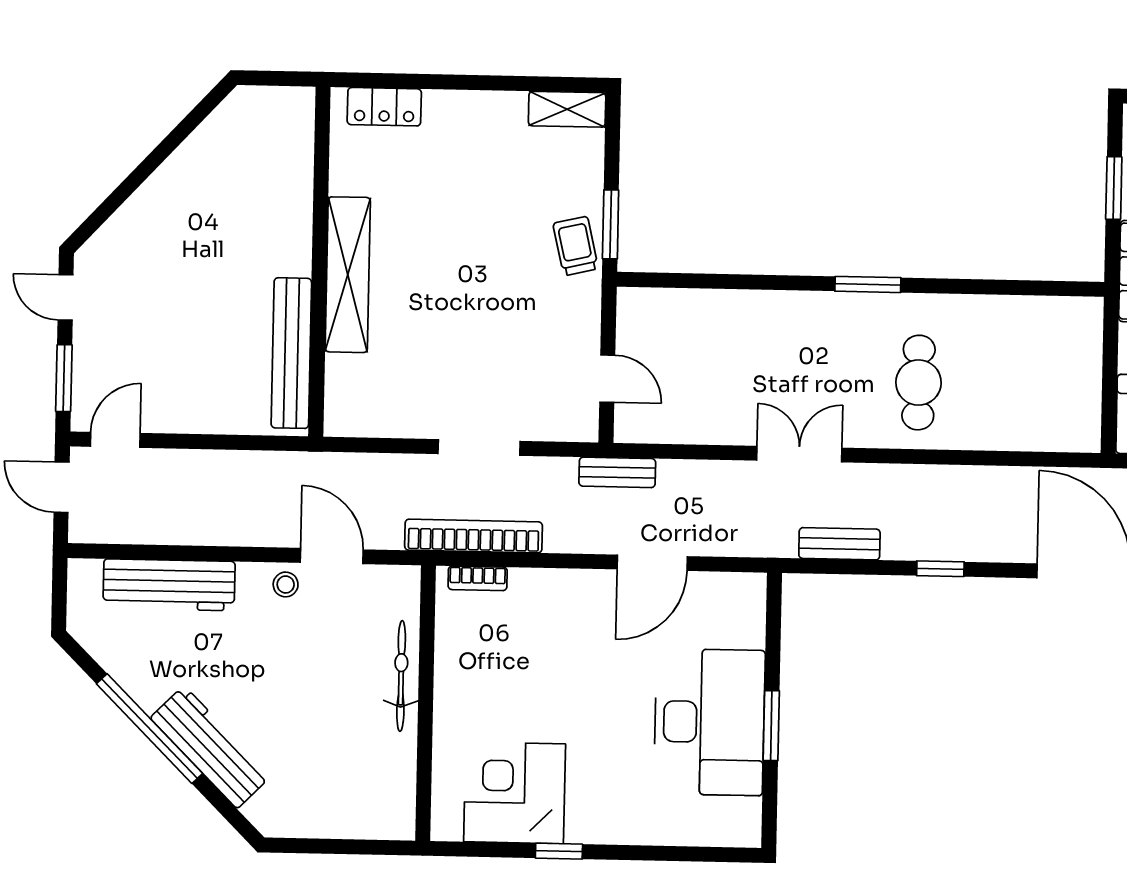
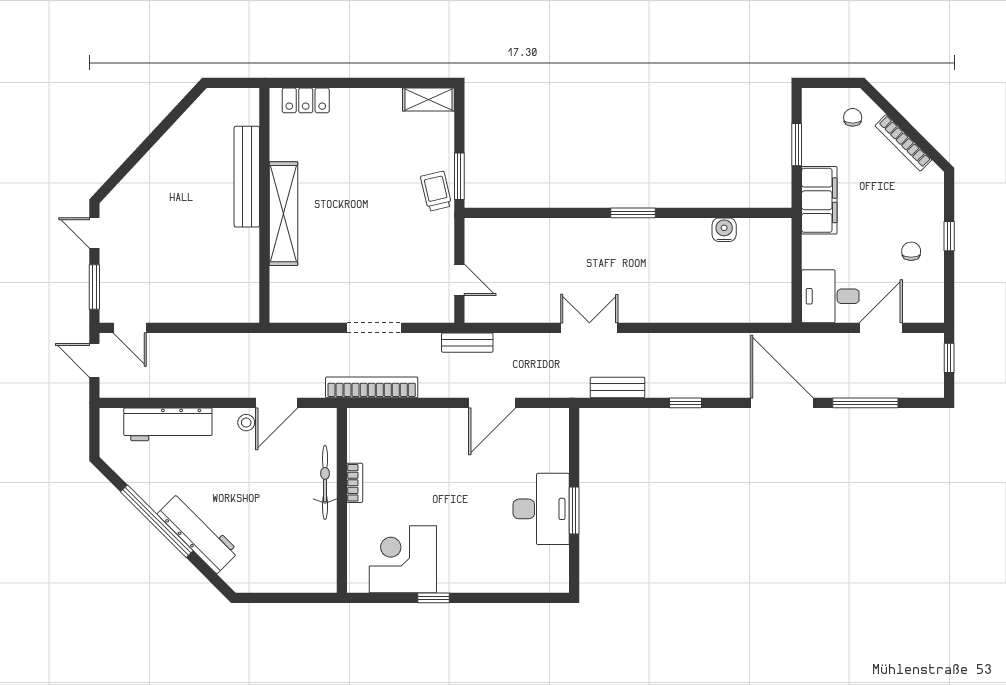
water cooler: (1003, 312) -> (724, 230), added
bench: (291, 353) -> (247, 177), moved
cafe table: (919, 383) -> (668, 278), removed
door: (115, 440) -> (130, 328), swing flipped
door: (332, 556) -> (277, 403), swing flipped
bookcase: (478, 578) -> (355, 483), moved, turned -90
desk: (709, 722) -> (541, 509), width x0.73, depth x0.77

